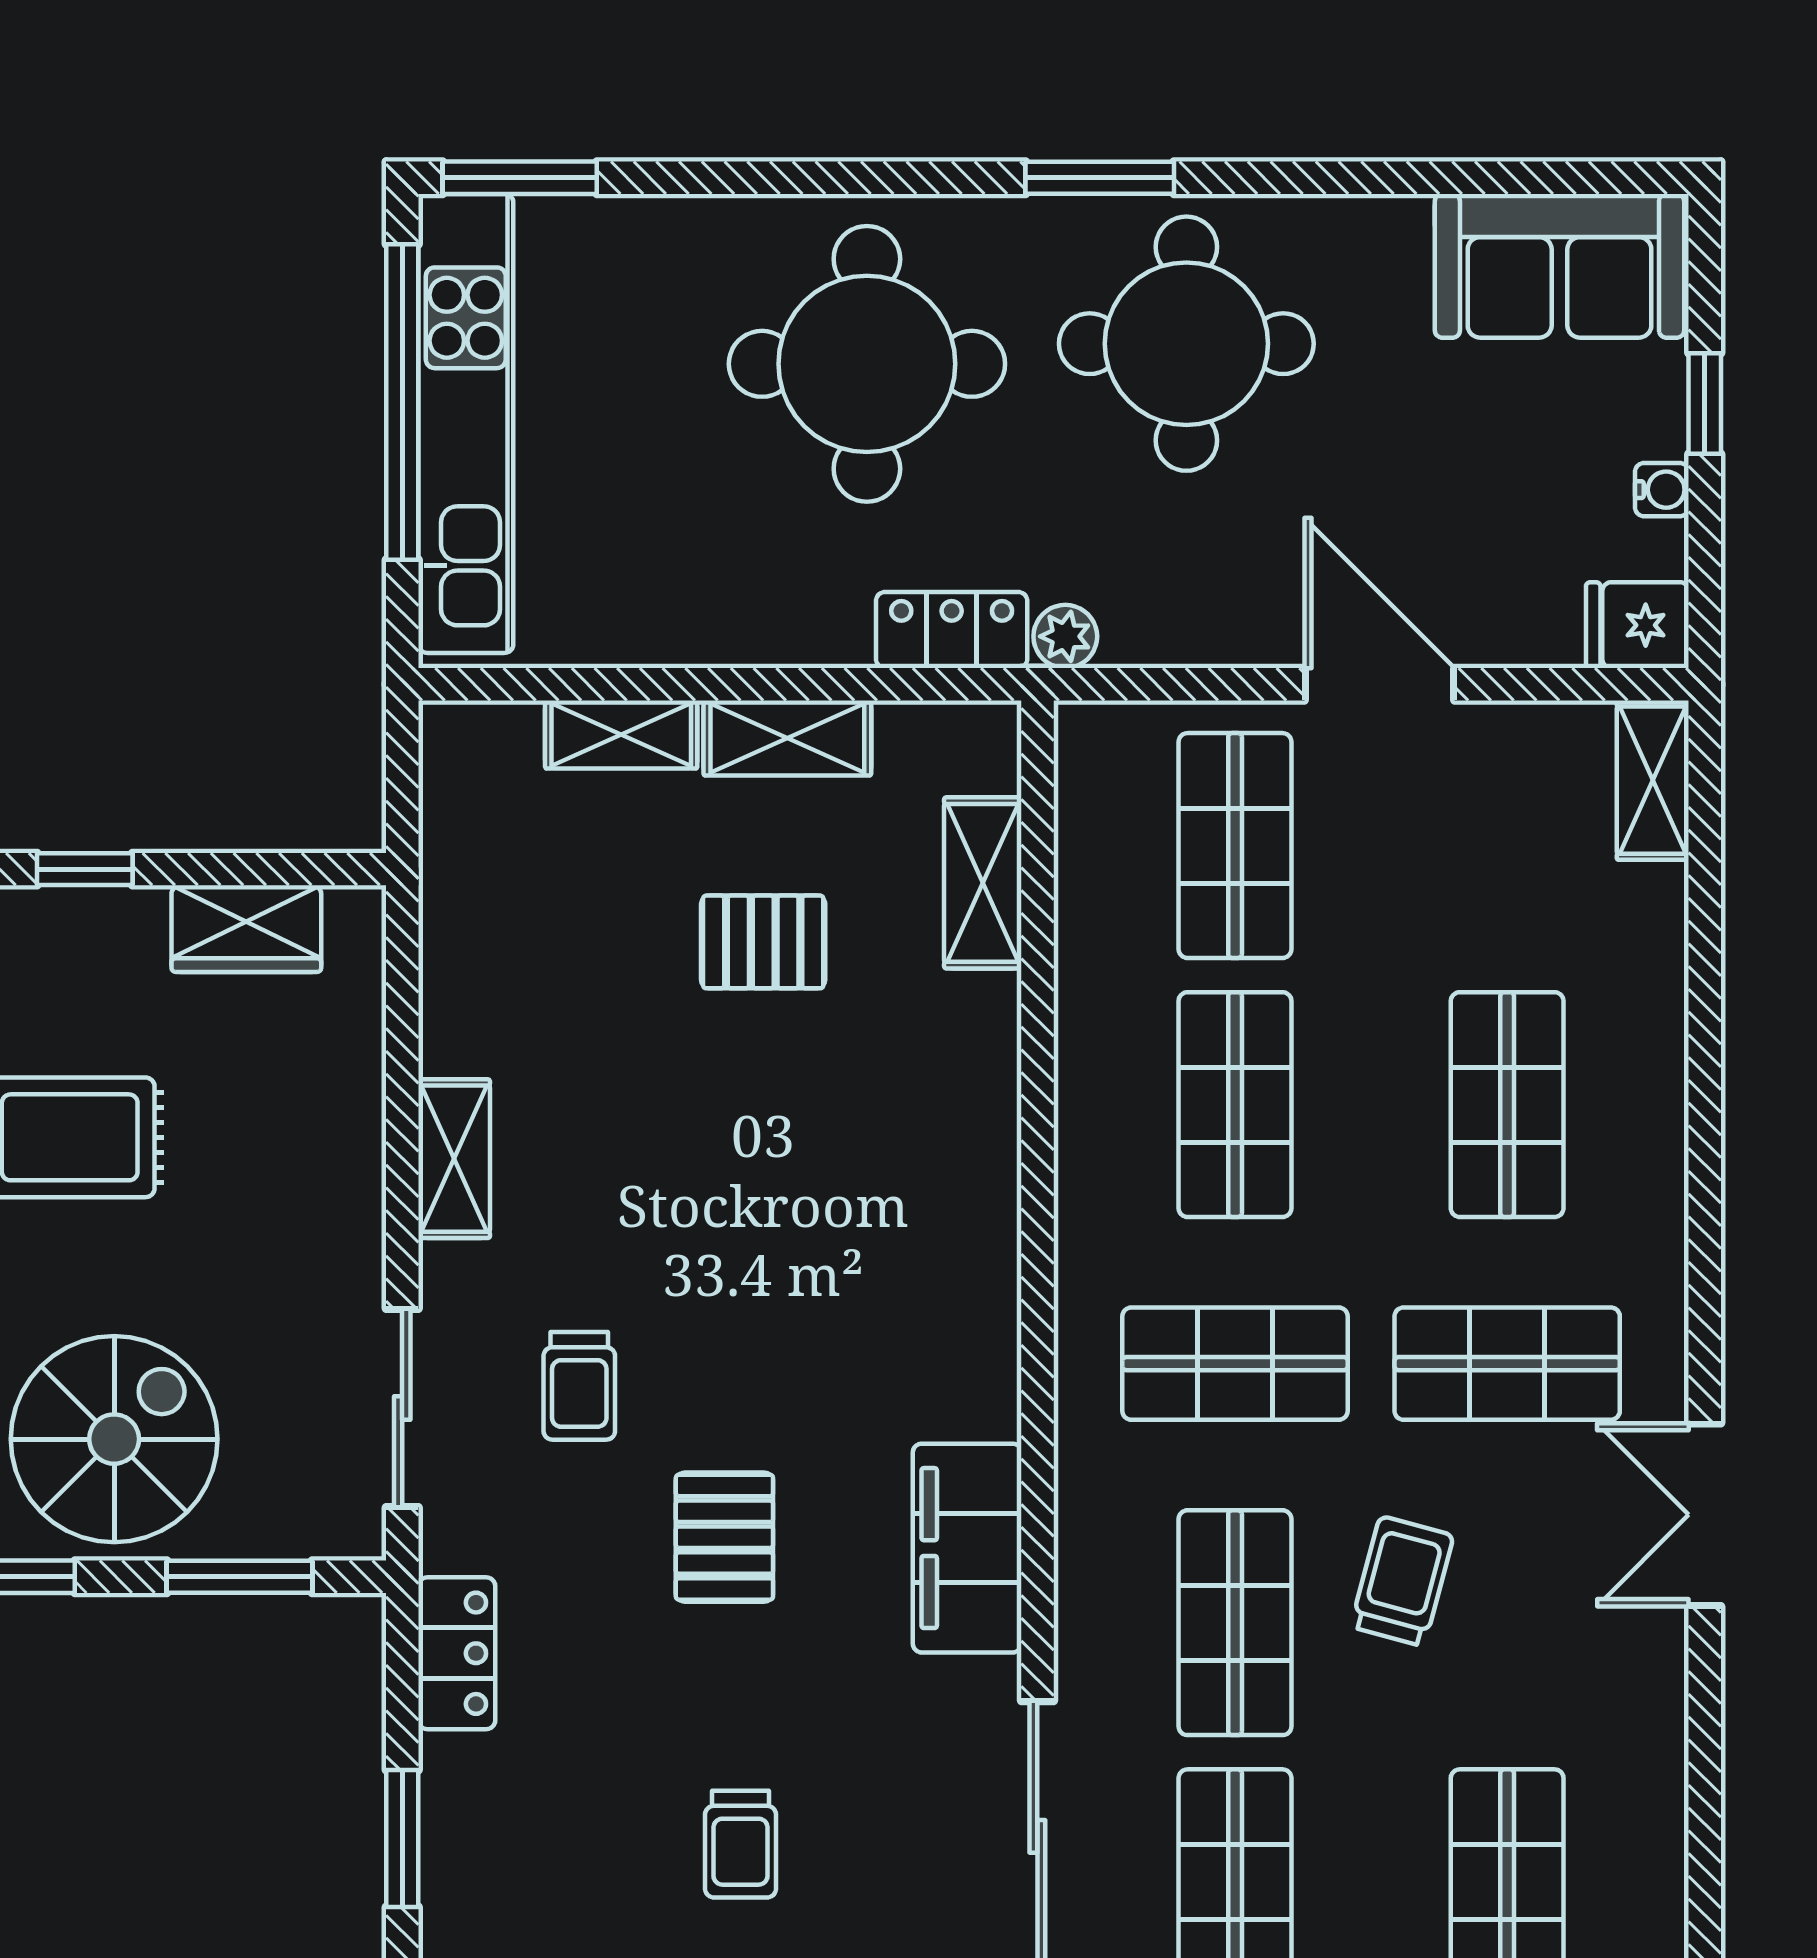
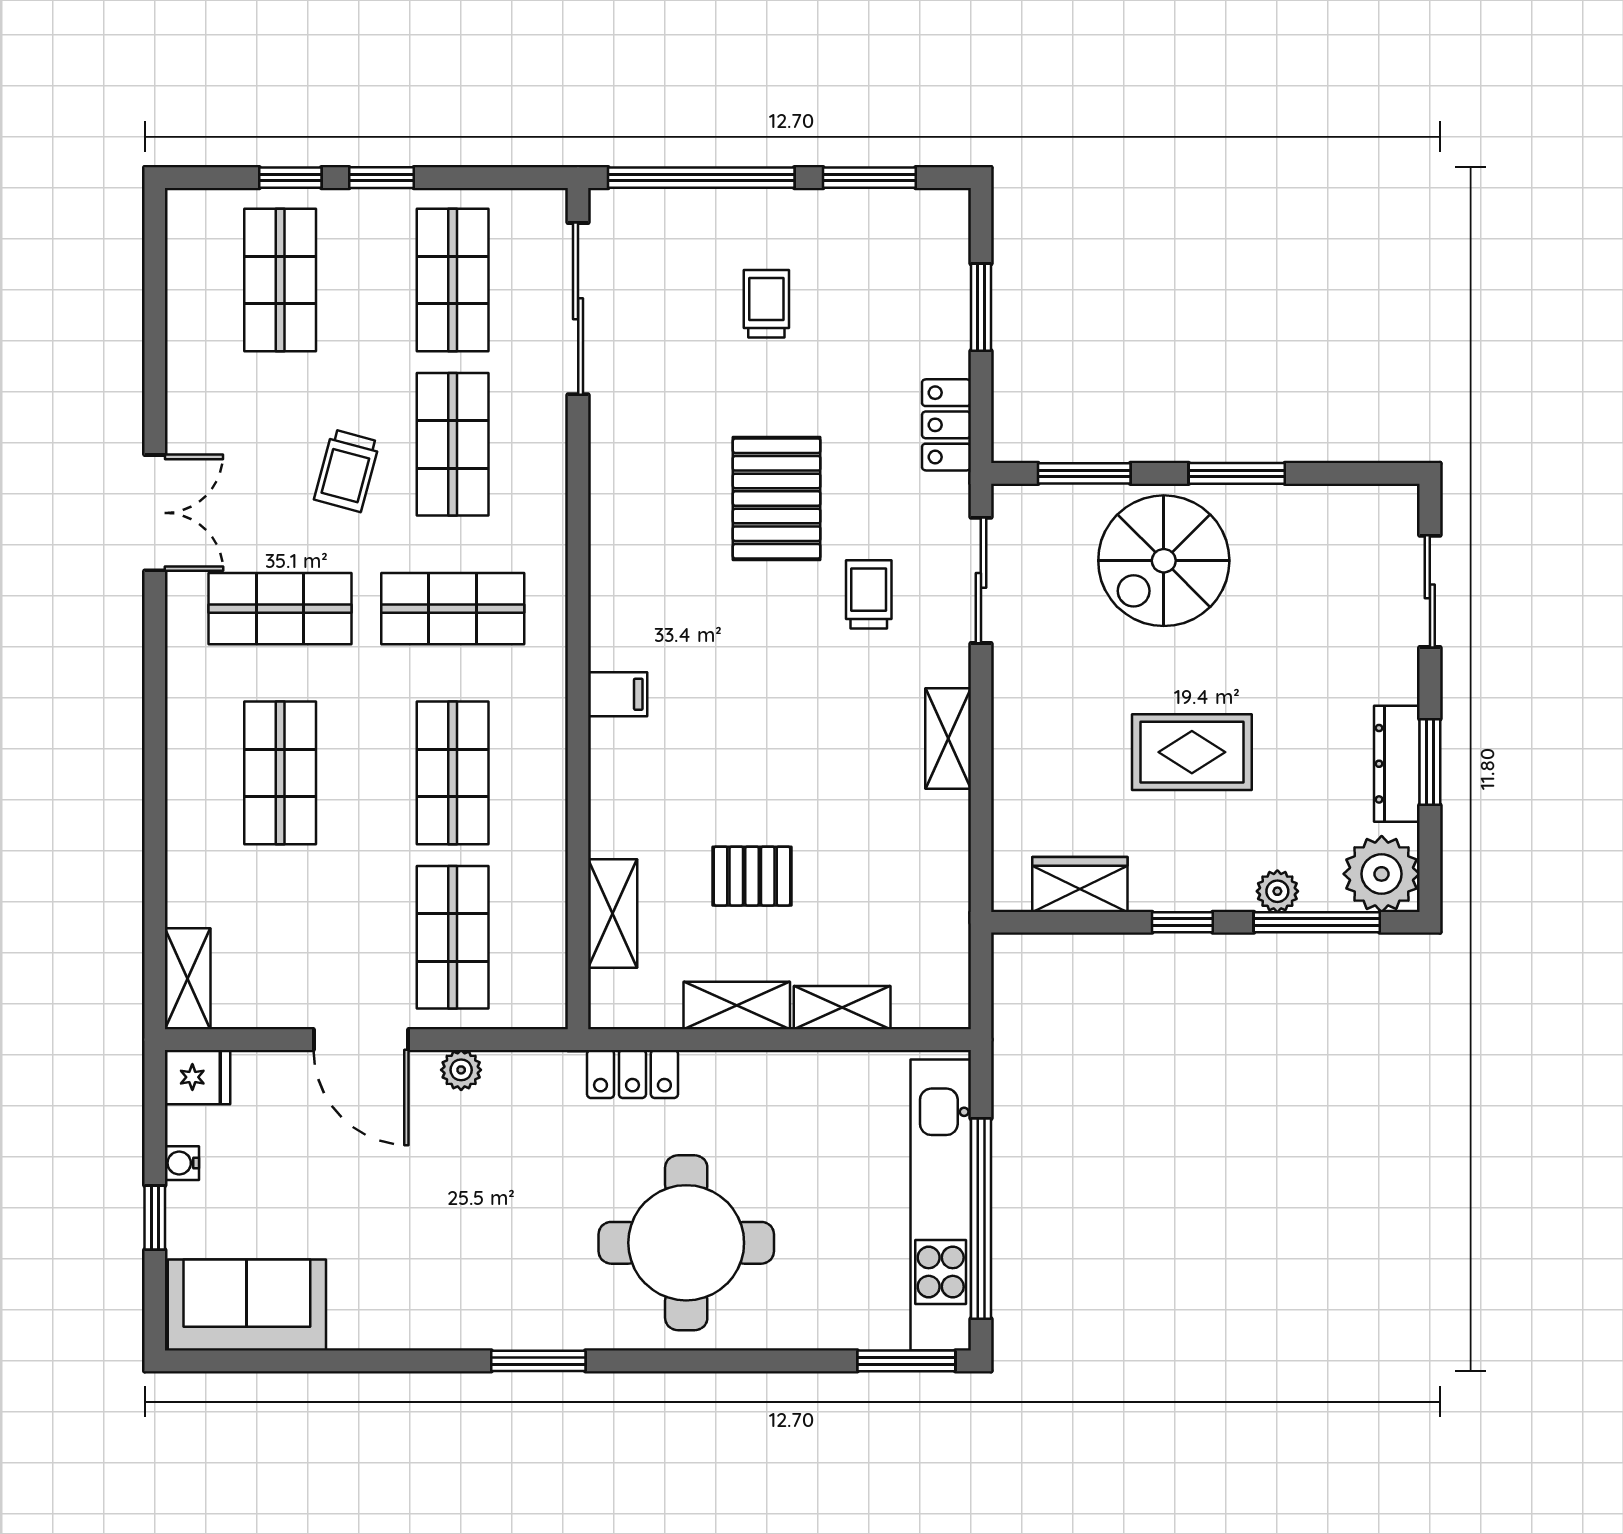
round table: (1186, 344) -> (484, 1256), removed
plant: (1065, 636) -> (461, 1070), moved
pallet: (724, 1537) -> (777, 499), width x1.50, depth x1.42
filing cabinet: (967, 1548) -> (618, 694), moved, width x0.33, depth x0.86

